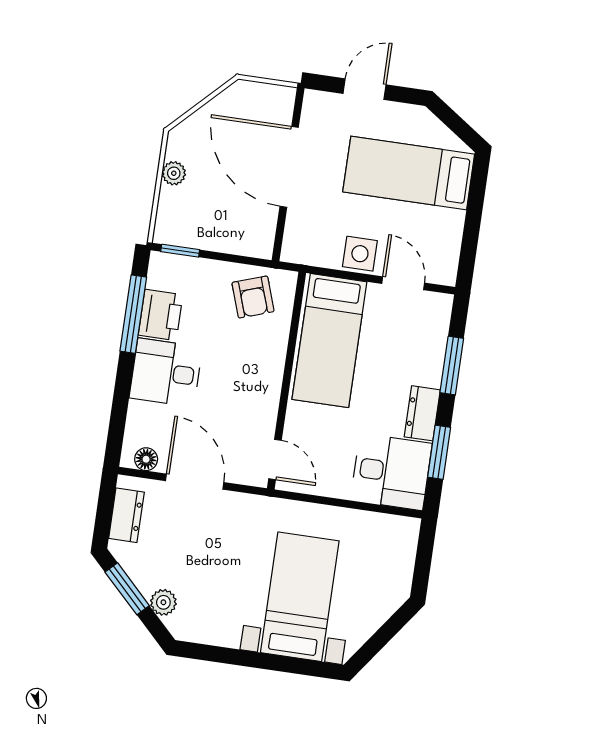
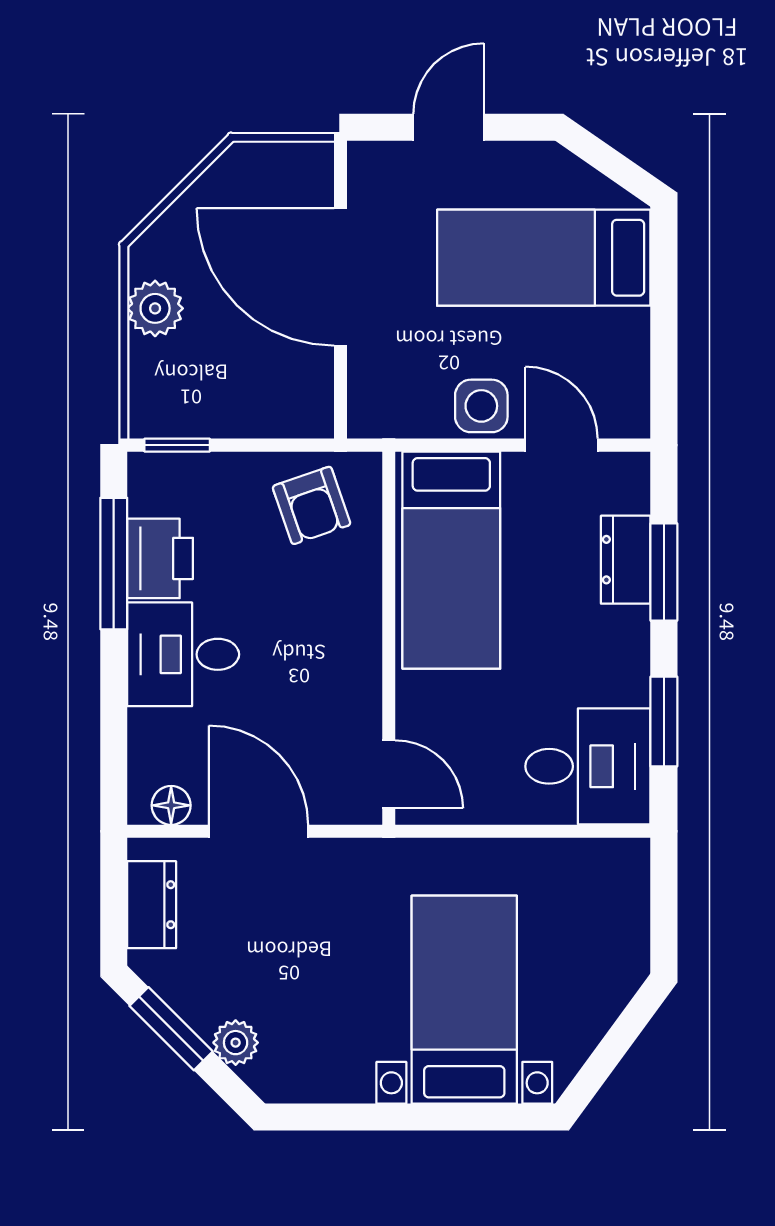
plant: (174, 173) -> (155, 308), width x1.38, depth x1.38
dresser: (422, 413) -> (626, 560), moved

